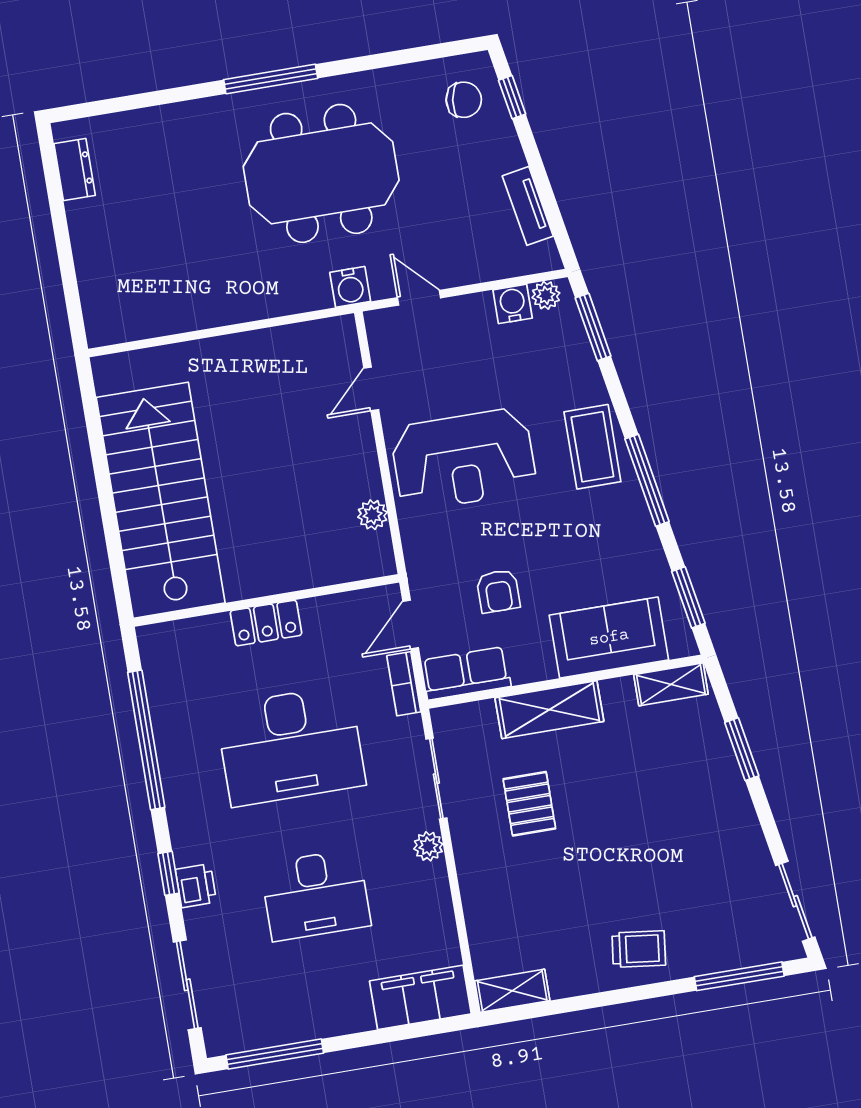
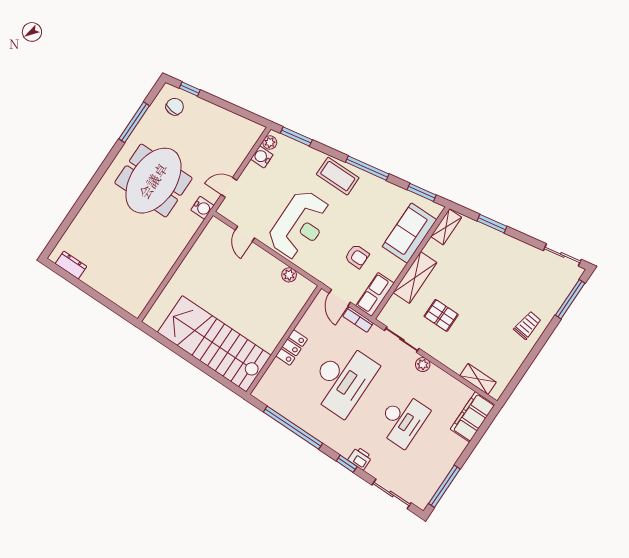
window: (271, 79) -> (134, 122), moved
tv unit: (528, 206) -> (233, 119), removed
shelving: (512, 991) -> (478, 379), moved, turned 90

